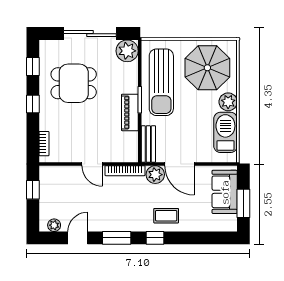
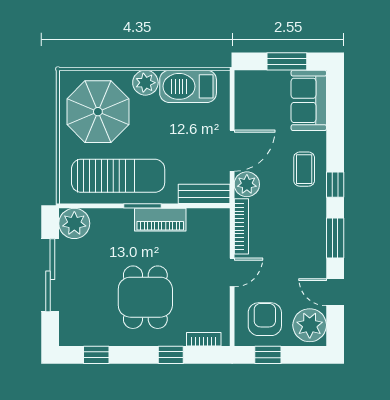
dining table: (74, 83) -> (145, 297), moved
window: (33, 104) -> (171, 355), moved
armchair: (58, 188) -> (265, 319), added
sofa: (225, 192) -> (309, 100), moved, turned 90
plant: (54, 225) -> (310, 325), width x1.87, depth x1.87

